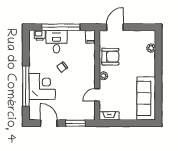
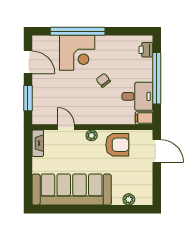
desk: (56, 42) -> (137, 96), moved
armchair: (110, 57) -> (117, 145), turned -90
sofa: (146, 98) -> (72, 190), width x1.36, depth x1.27
door: (49, 123) -> (28, 62), hinge flipped

